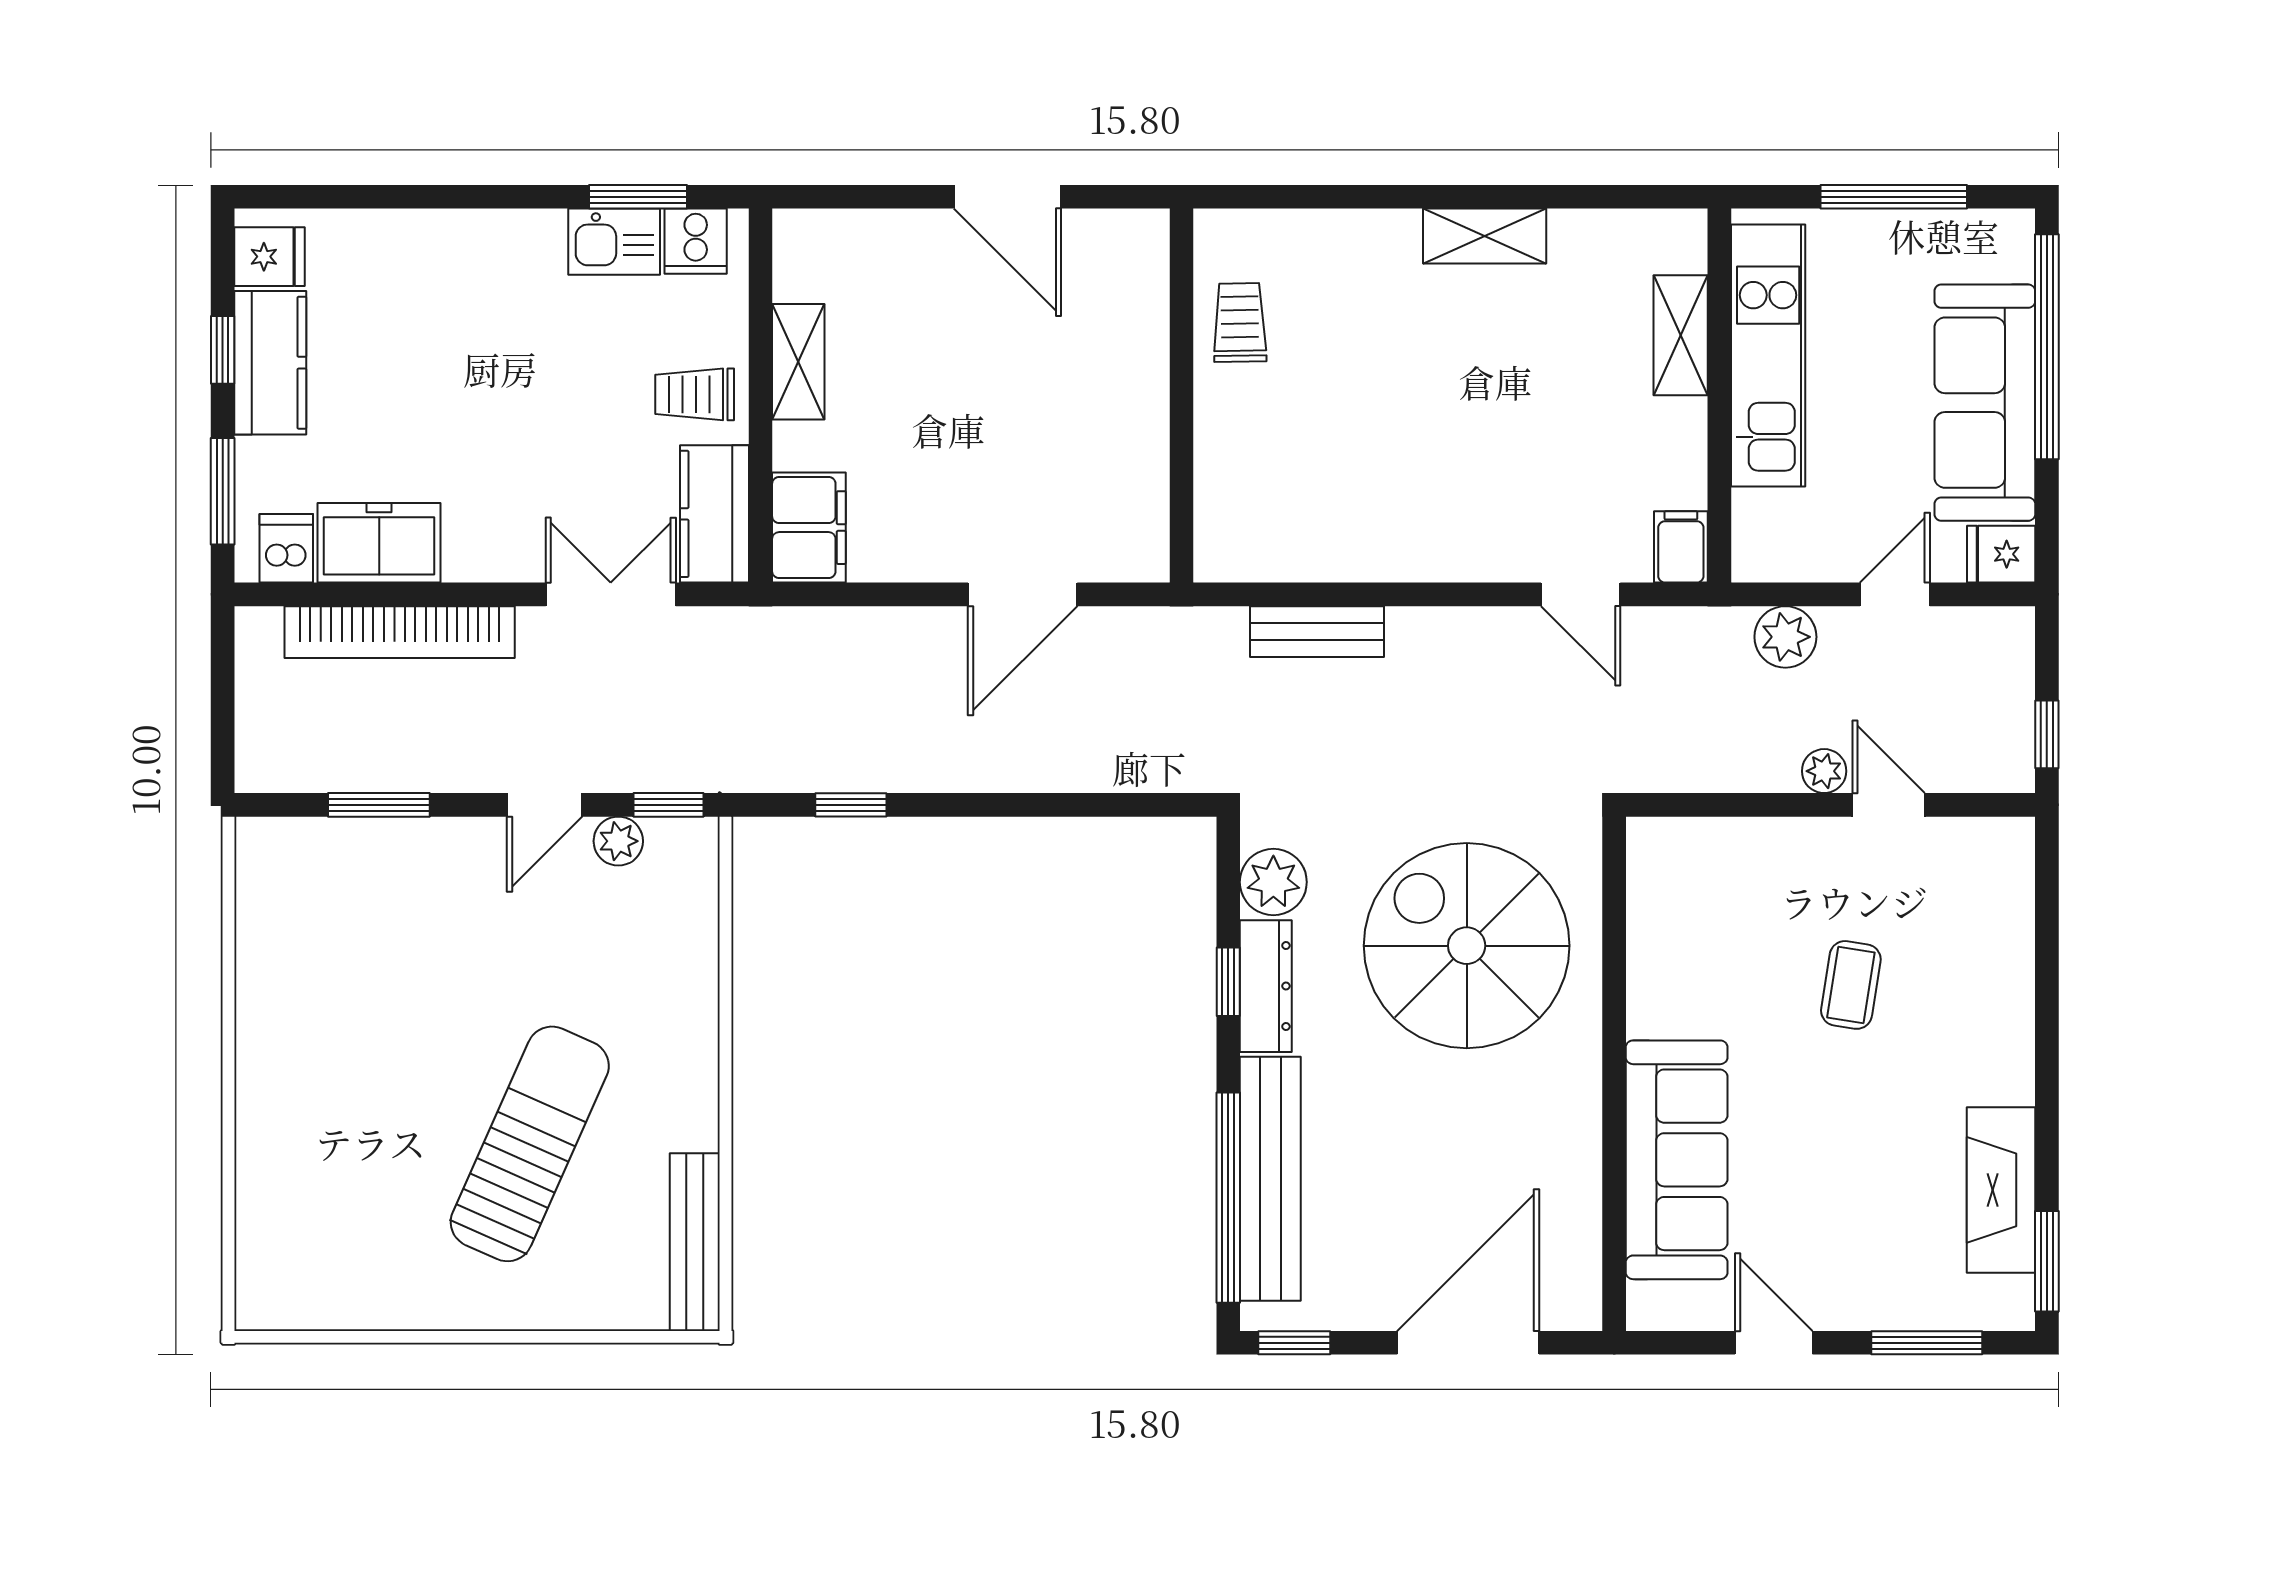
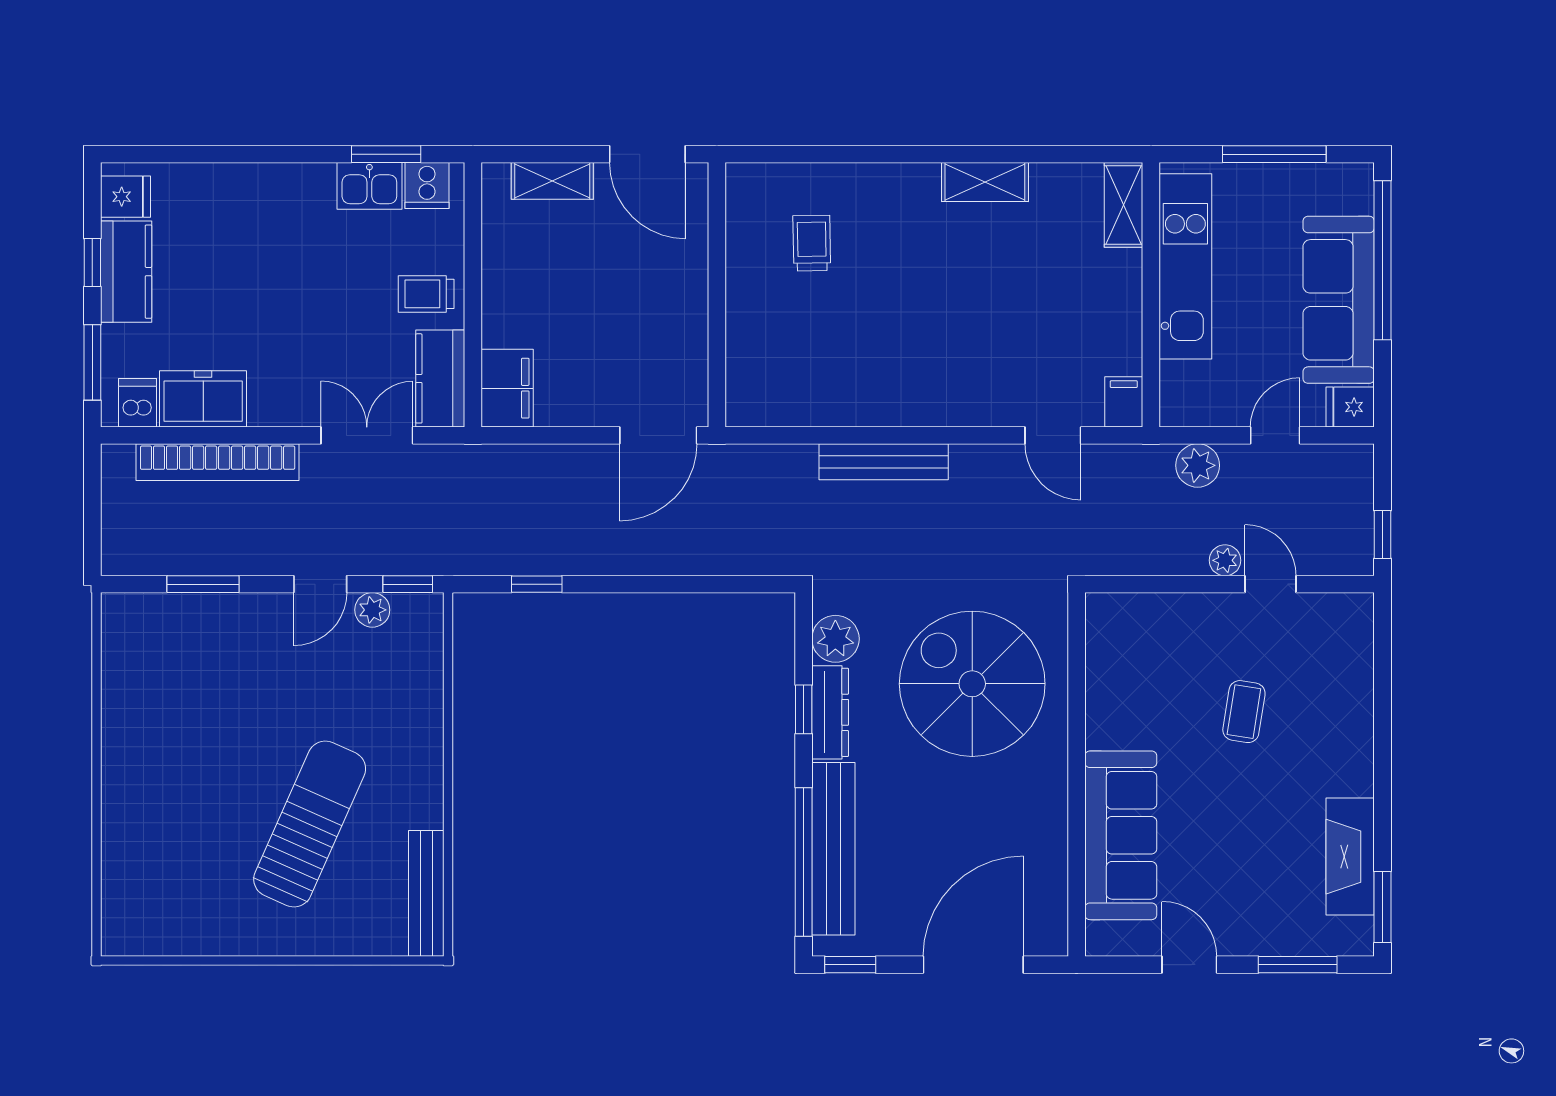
shelving: (1681, 335) -> (1124, 205), moved
shelving: (798, 362) -> (552, 181), moved, turned 90
wall: (1182, 396) -> (717, 295), moved
bench: (1317, 632) -> (884, 462), width x1.36

